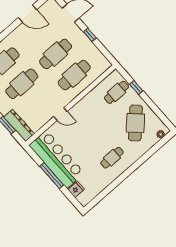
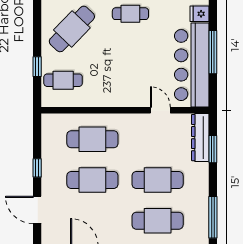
door: (60, 114) -> (160, 110), moved

